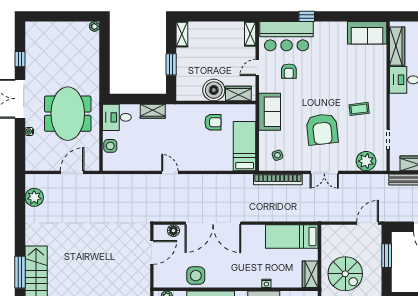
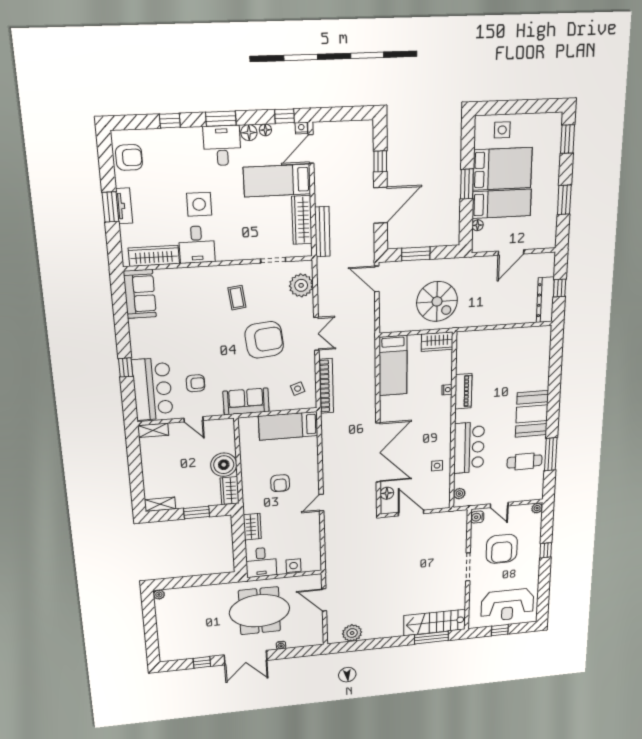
wardrobe: (238, 94) -> (230, 491), moved
armchair: (213, 122) -> (280, 483), moved, turned 180
spiral stairs: (345, 274) -> (437, 301), turned 90
side table: (196, 276) -> (437, 466), width x0.54, depth x0.54

